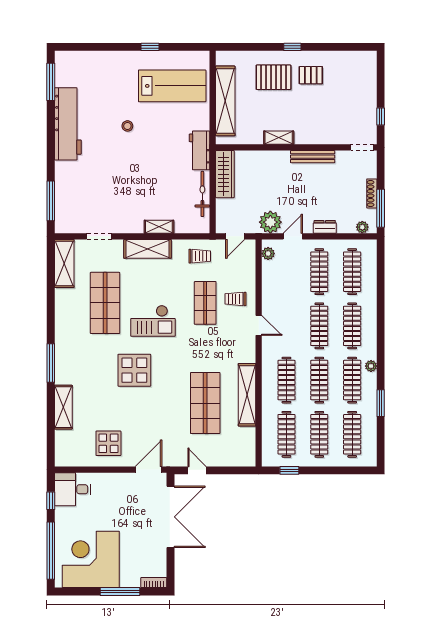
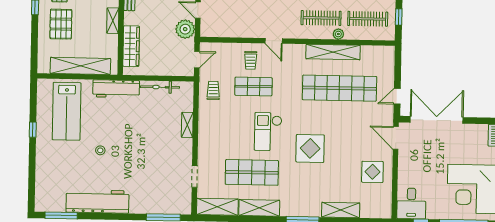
lab bench: (172, 86) -> (67, 111), turned 180
workbench: (199, 150) -> (116, 89), width x1.38
wardrobe: (225, 174) -> (131, 46), moved, turned 90
door: (235, 236) -> (197, 60), hinge flipped
shelving: (148, 249) -> (259, 208), moved, turned 90
plant: (268, 254) -> (338, 34), moved
checkout: (153, 321) -> (268, 132), turned 180
door: (259, 325) -> (274, 41), swing flipped
shop shelf: (205, 403) -> (339, 88), width x1.40

